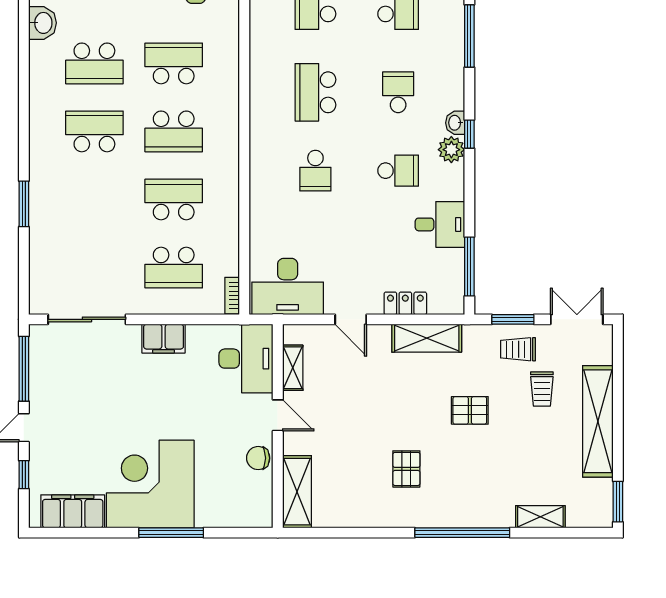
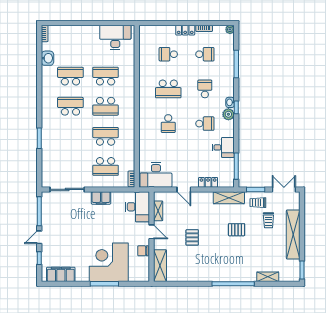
school desk: (94, 63) -> (70, 76), turned 180
school desk: (315, 92) -> (168, 89), turned -90
shelving: (427, 338) -> (229, 198), moved
pallet: (406, 469) -> (192, 237), moved
corner desk: (150, 484) -> (109, 262), moved

